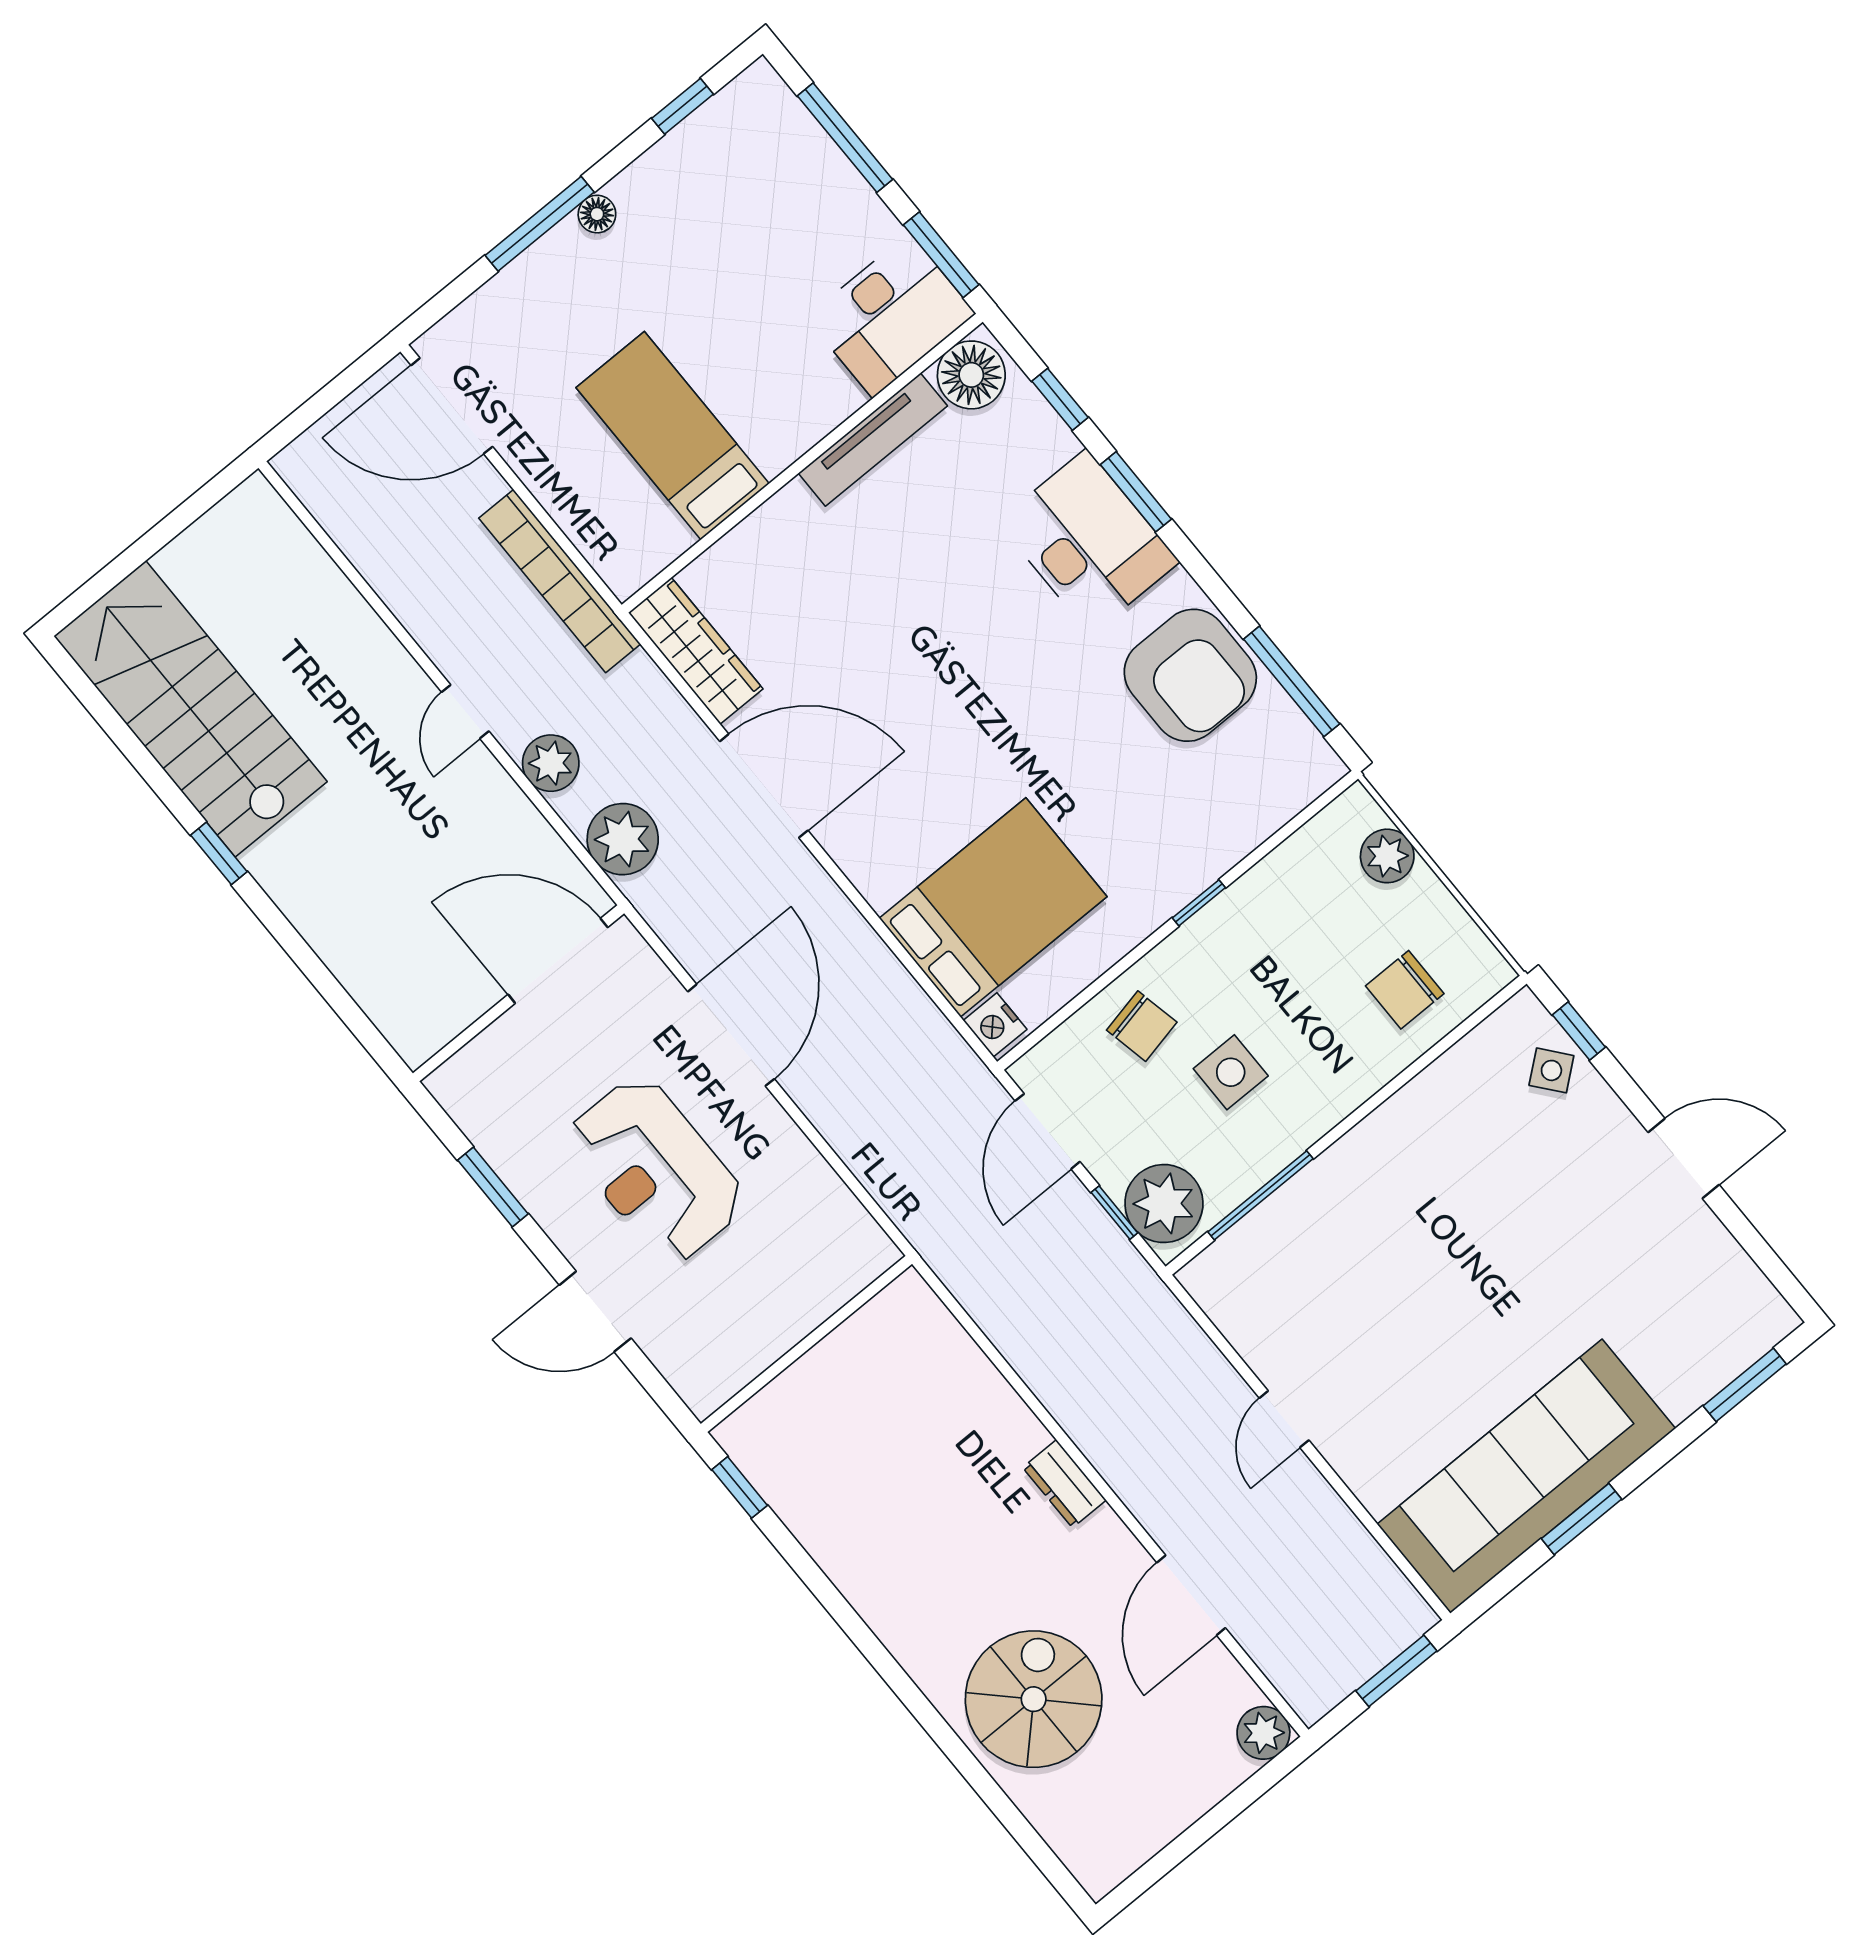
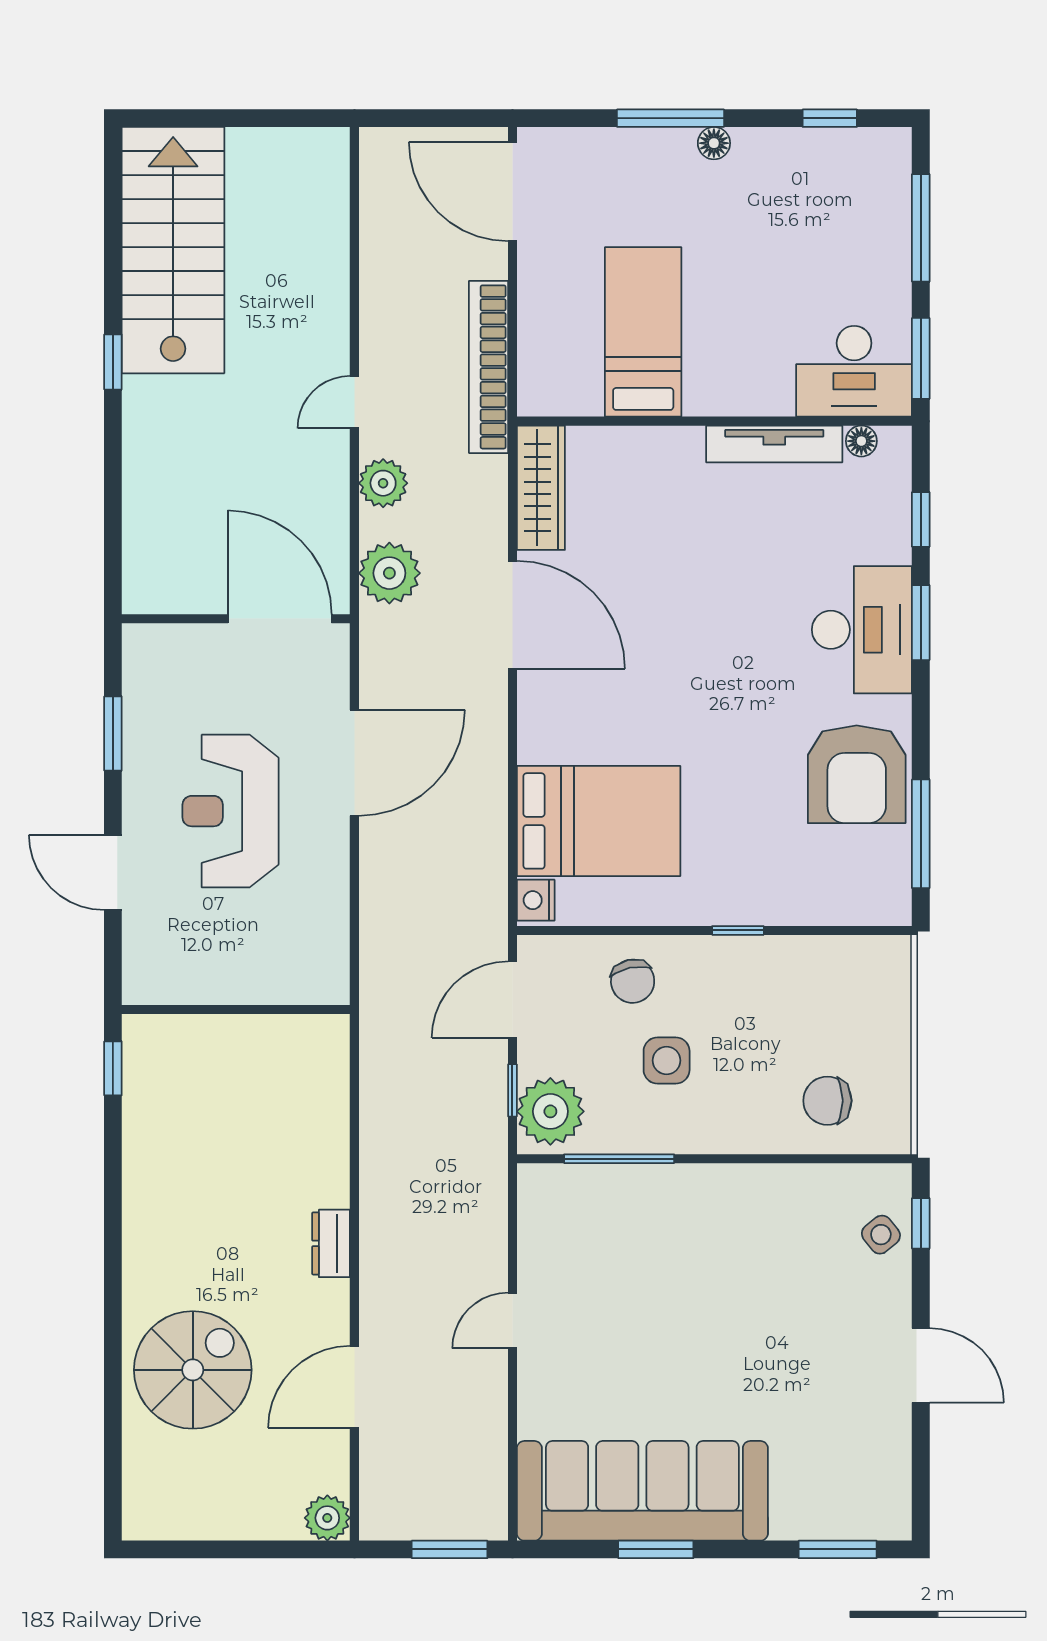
floor lamp: (971, 375) -> (861, 441), width x0.53, depth x0.53
plant: (1387, 856) -> (889, 1002), removed

